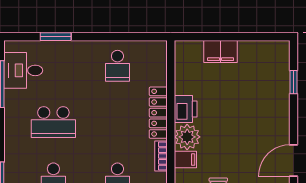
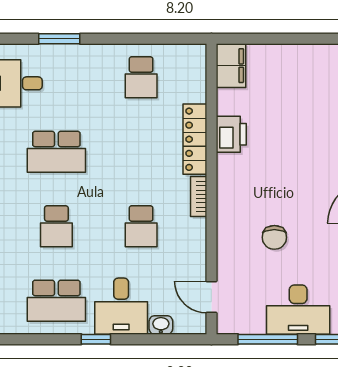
filing cabinet: (221, 51) -> (231, 66), moved, turned -90
plant: (187, 137) -> (233, 171), removed
filing cabinet: (185, 160) -> (231, 201), removed

